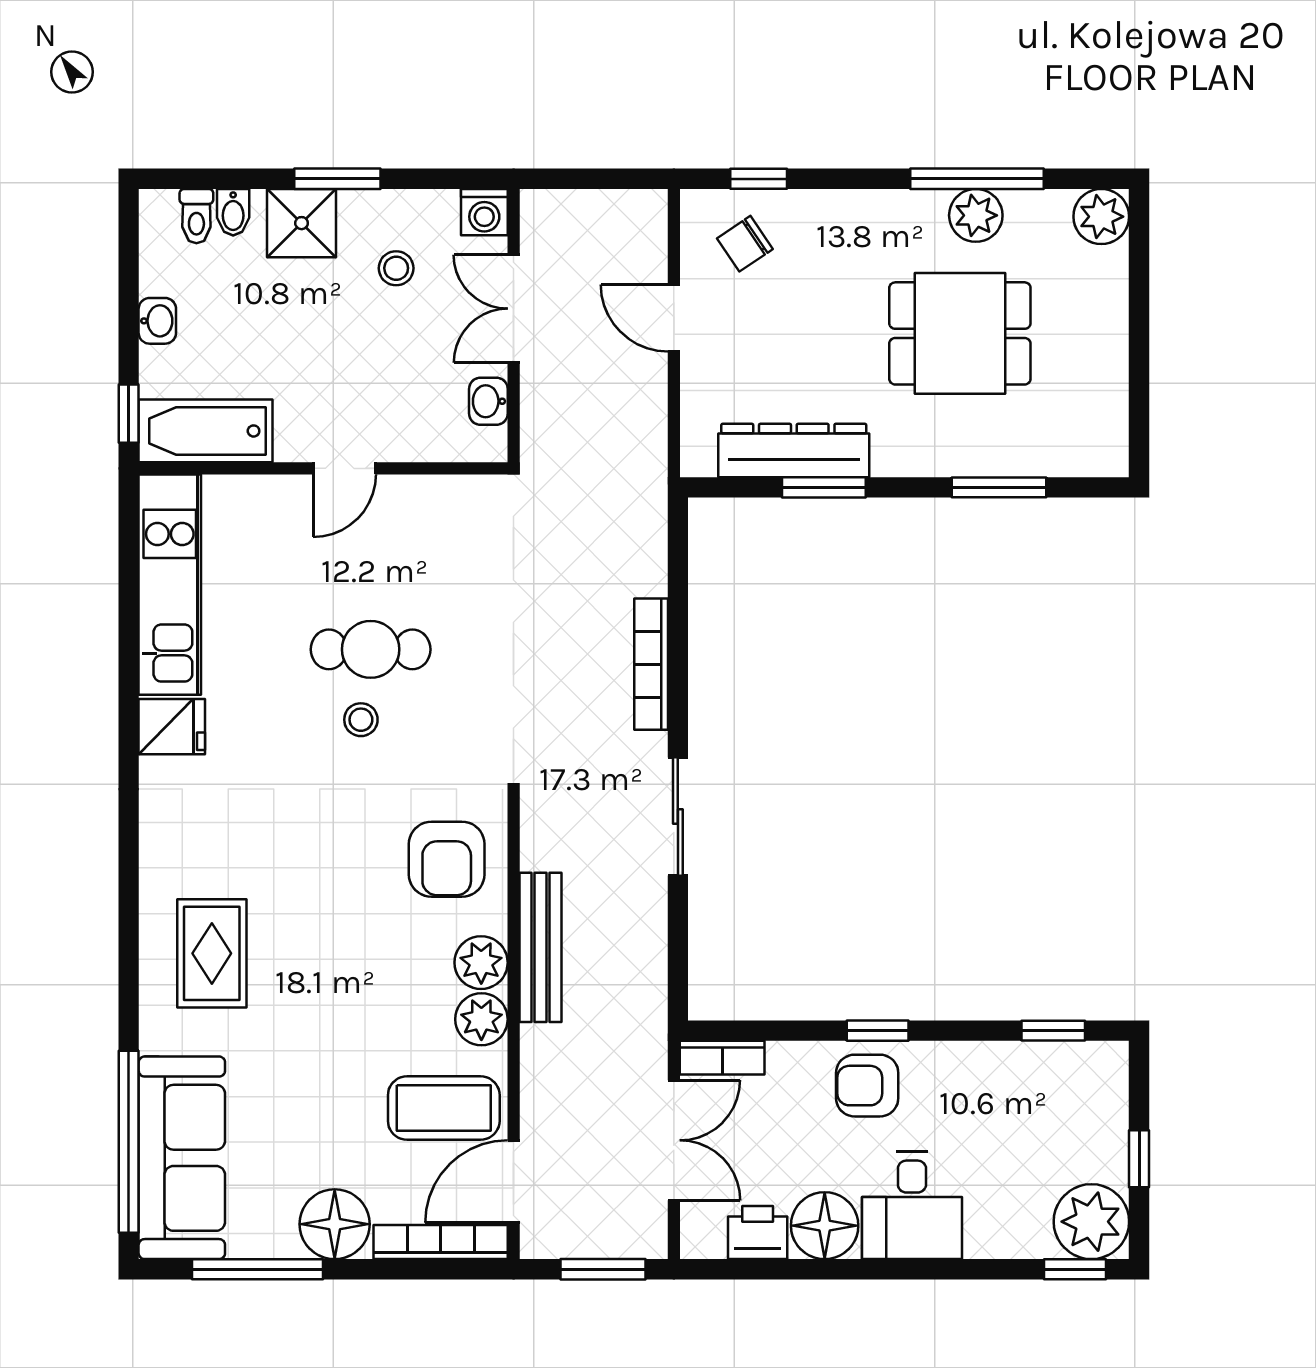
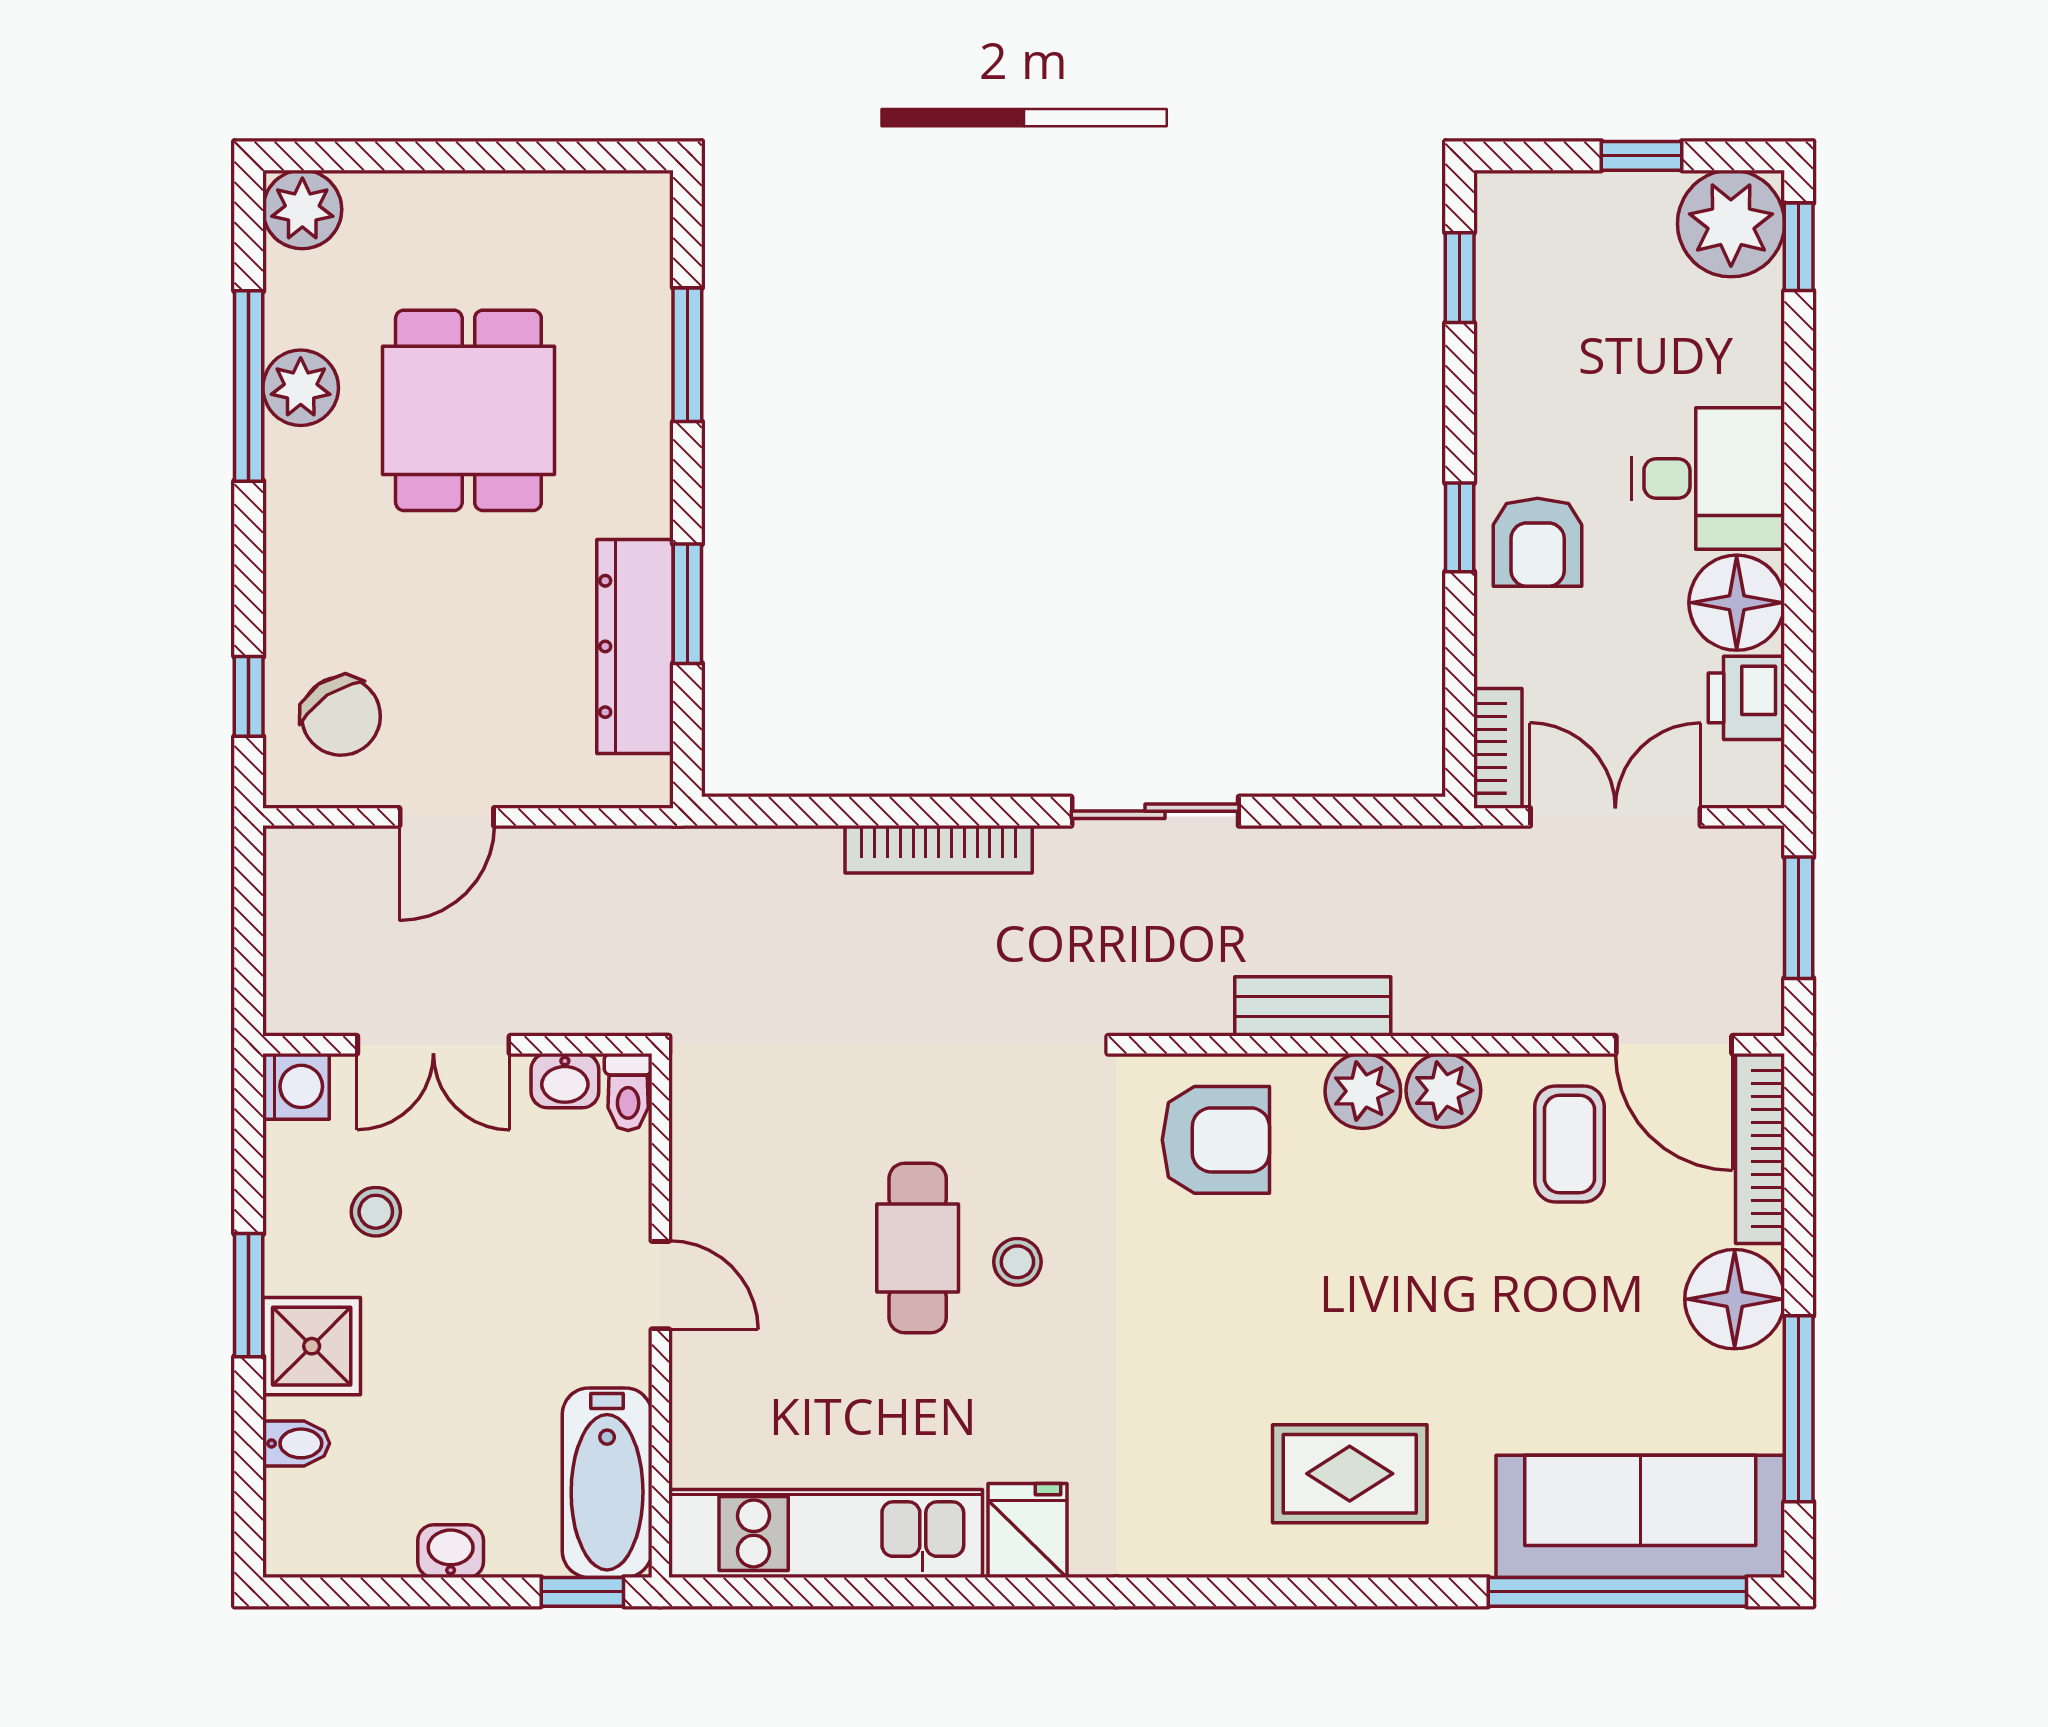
toilet: (196, 216) -> (628, 1092), moved, turned 90
chair: (745, 244) -> (341, 716), width x1.37, depth x1.37
bench: (541, 947) -> (1313, 1006), width x0.73
coffee table: (444, 1108) -> (1569, 1144), width x0.73, depth x0.77

